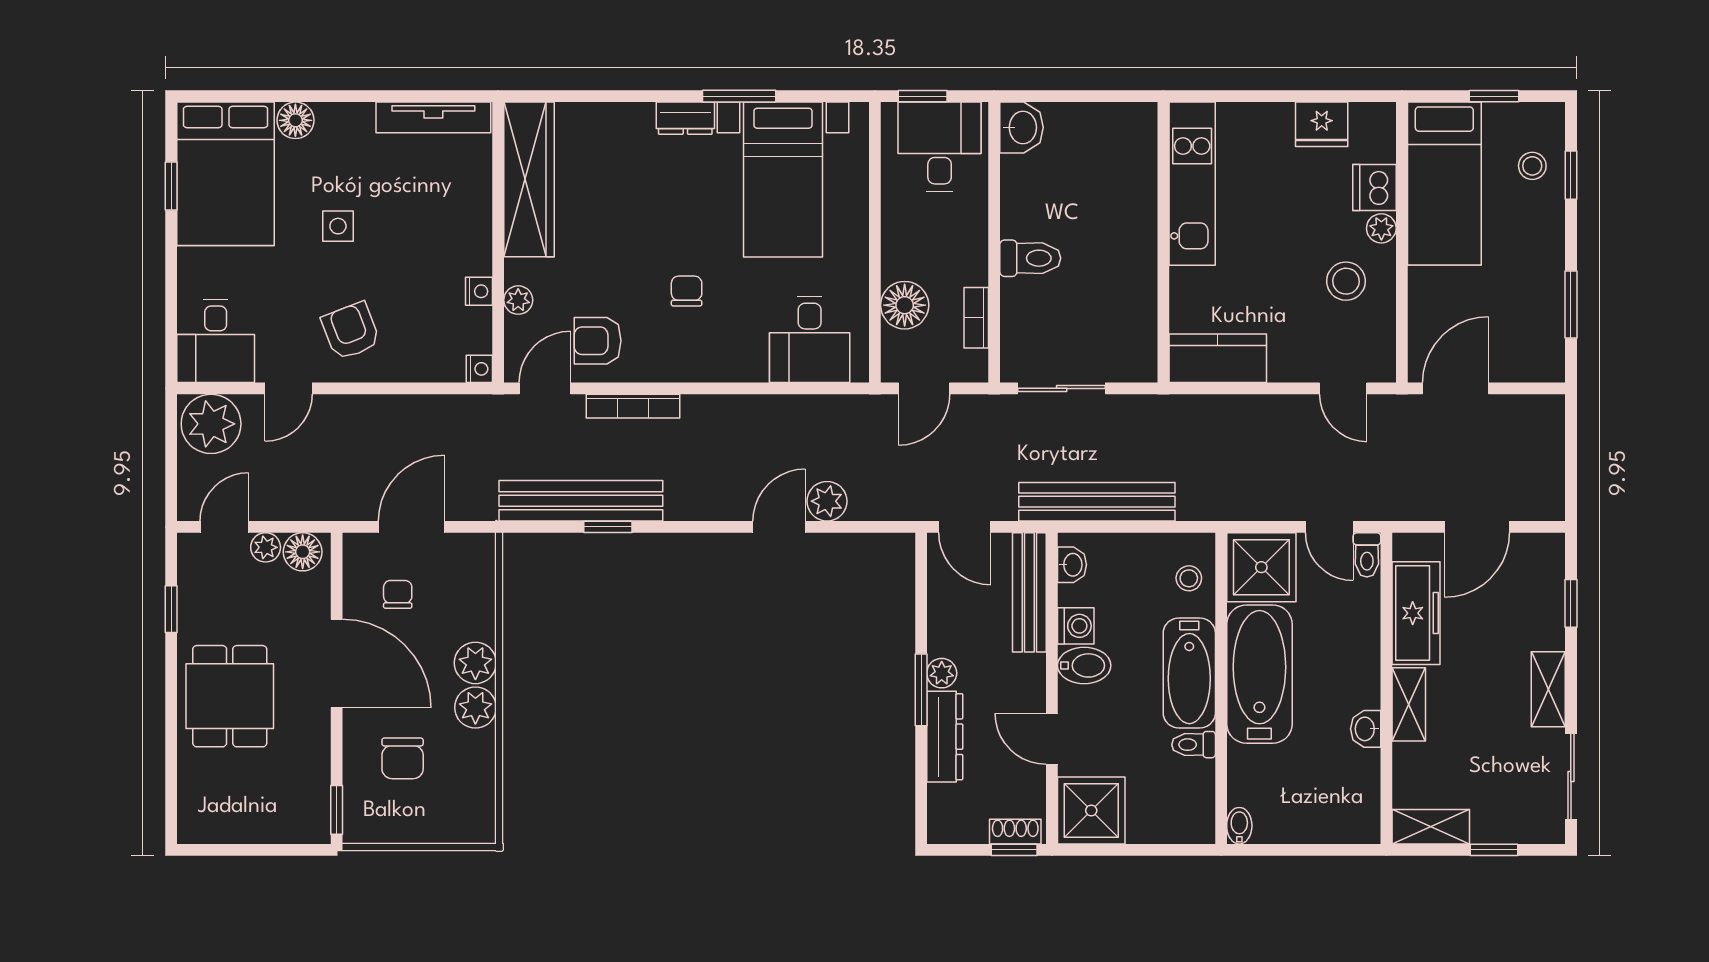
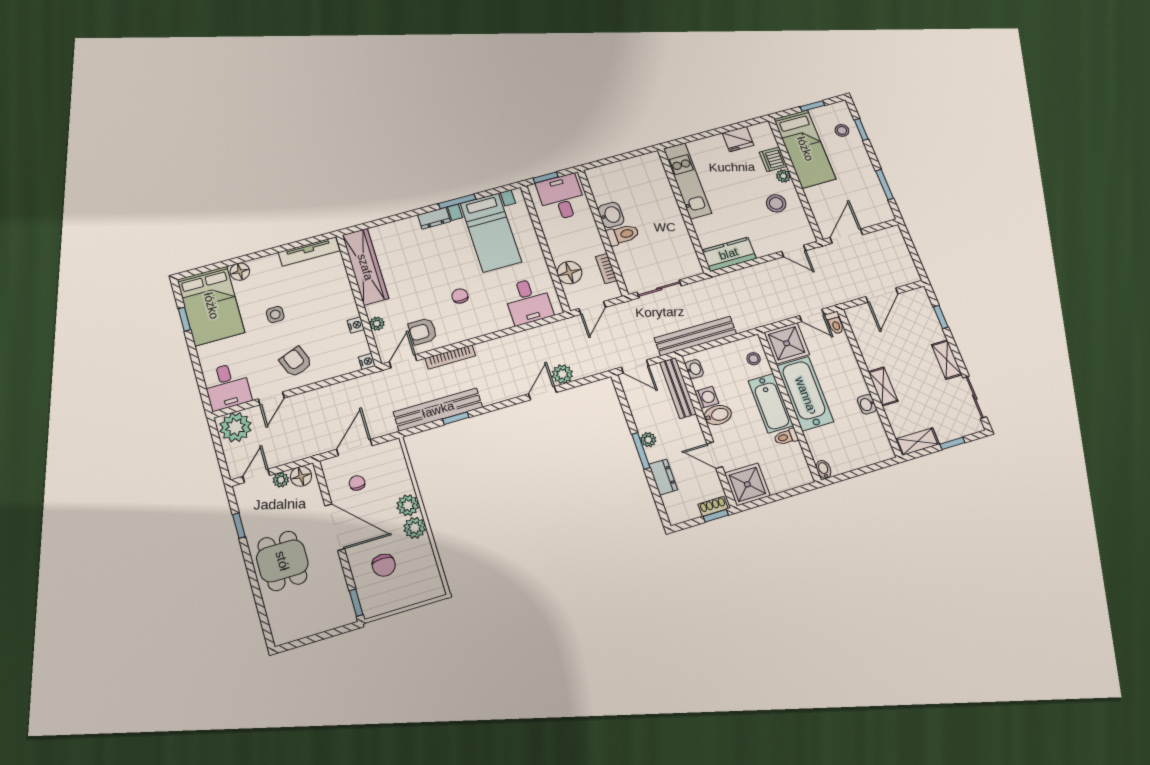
washbasin: (1022, 127) -> (611, 215), moved
freezer: (1416, 613) -> (869, 343), removed
dresser: (945, 737) -> (663, 477), width x0.70

